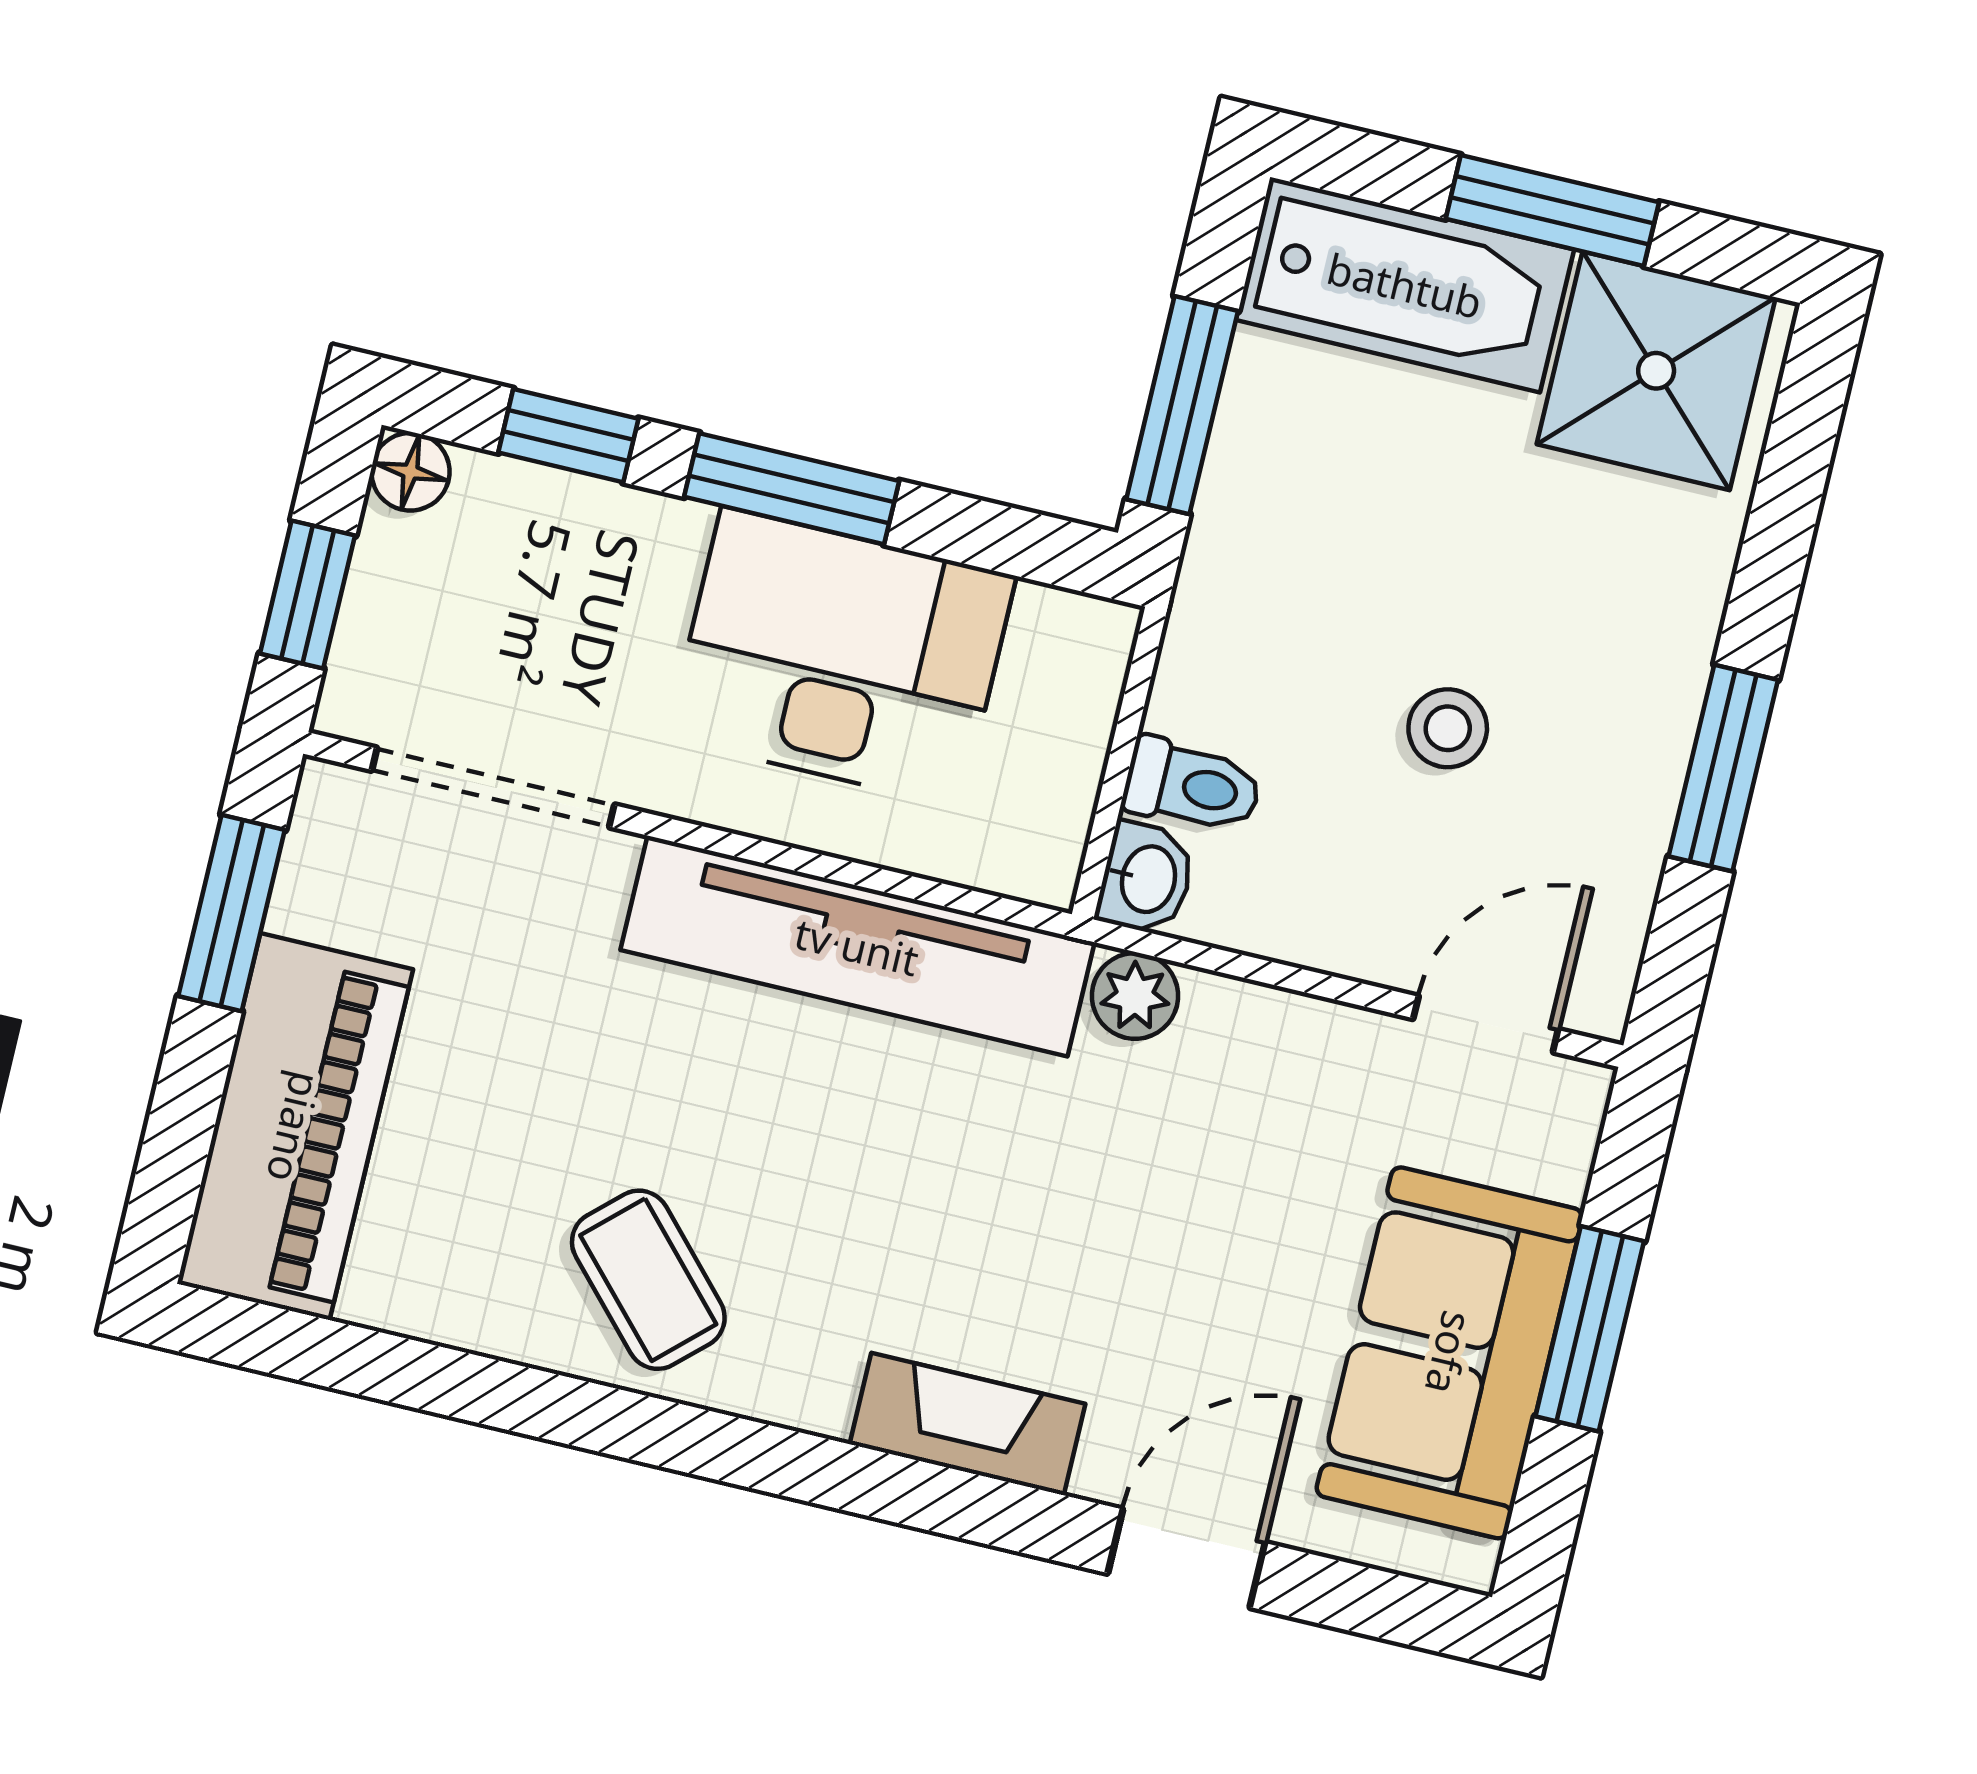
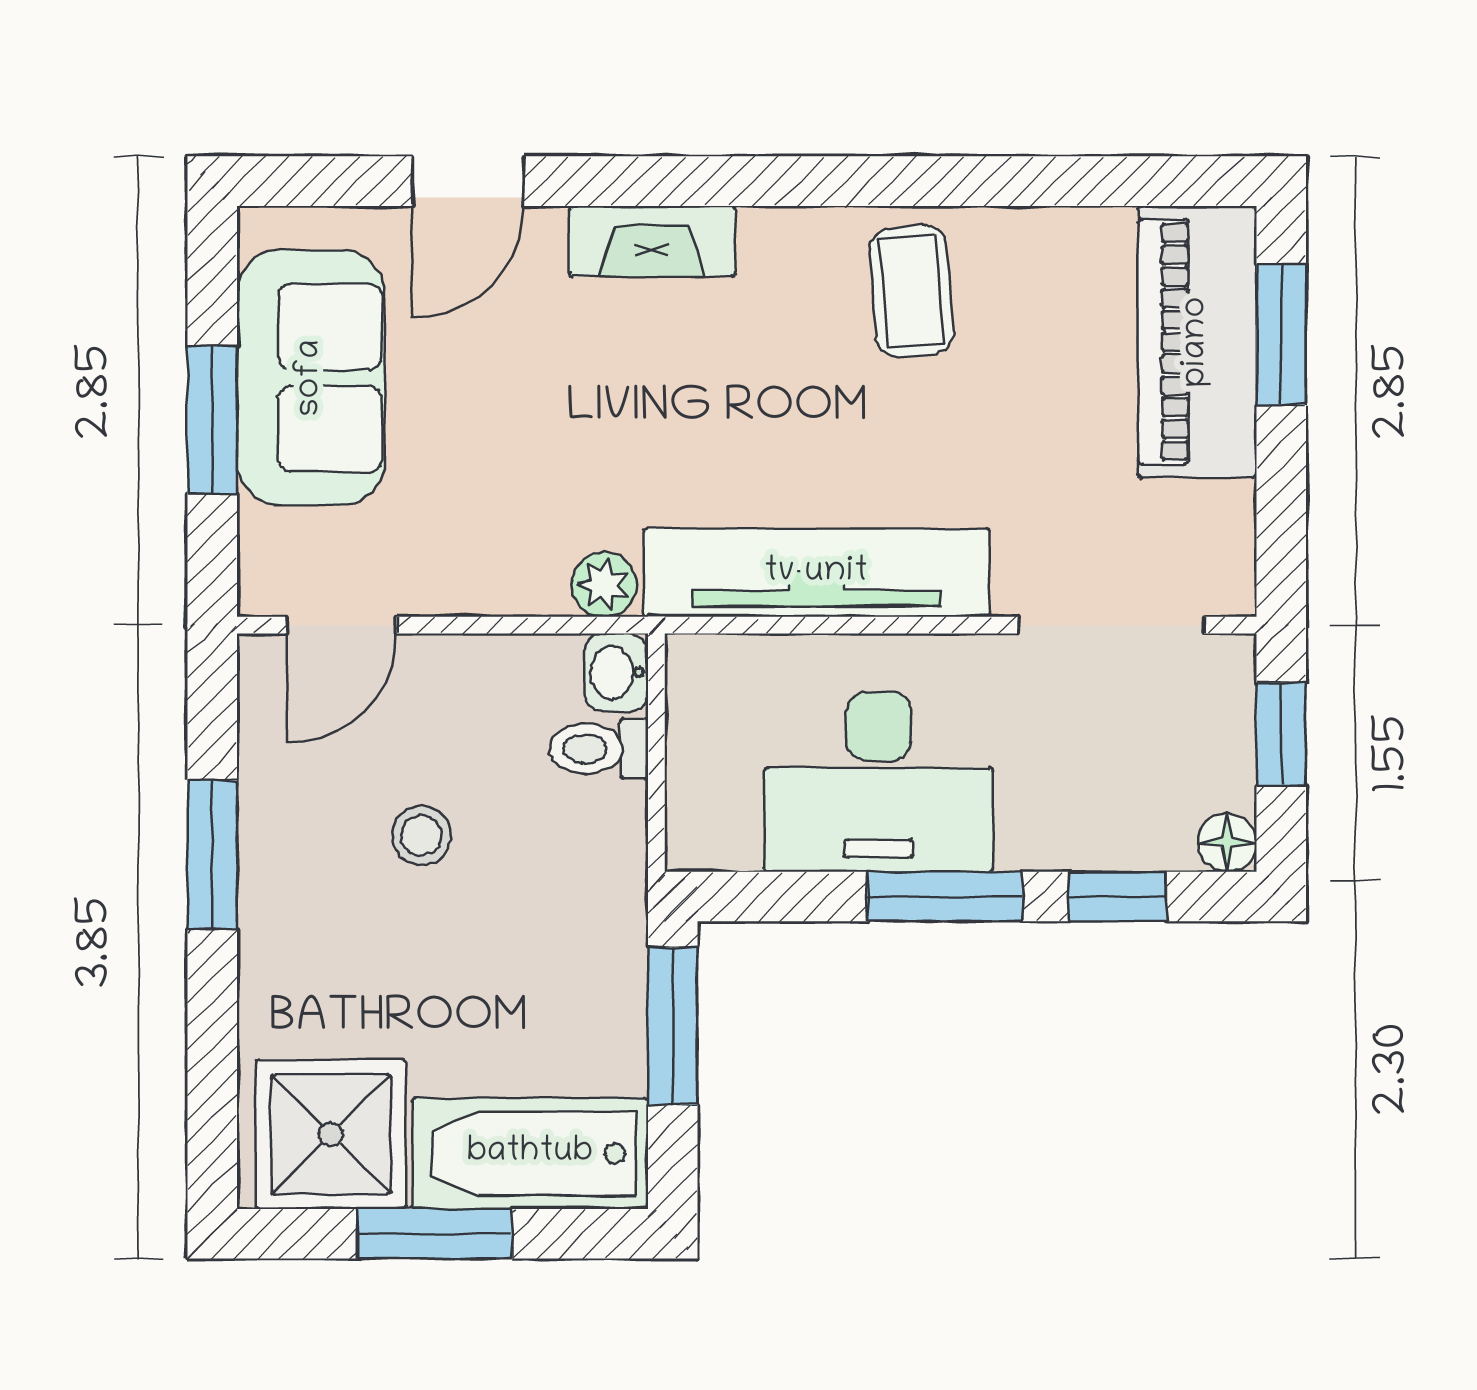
window: (232, 913) -> (1281, 335), moved
coffee table: (648, 1280) -> (911, 291), turned 38

